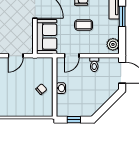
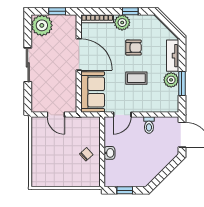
window: (122, 16) -> (182, 83), moved
plant: (113, 44) -> (171, 80), moved
door: (16, 56) -> (56, 115), hinge flipped

